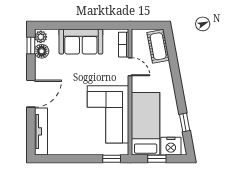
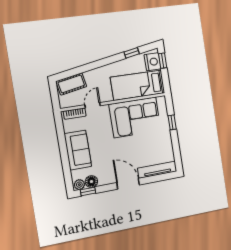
window: (112, 159) -> (172, 122), moved
window: (157, 159) -> (163, 61), moved

